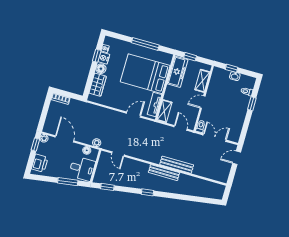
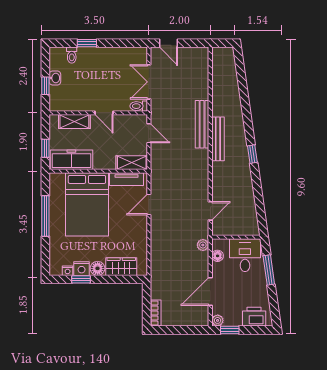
door: (134, 115) -> (149, 205), hinge flipped
door: (181, 128) -> (149, 133), swing flipped
window: (107, 187) -> (261, 213), removed

